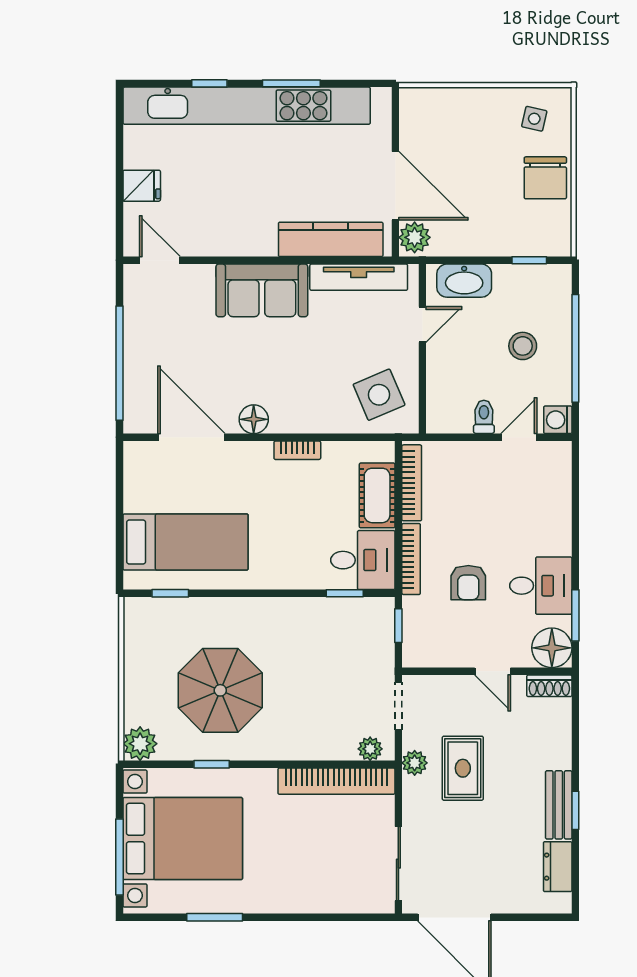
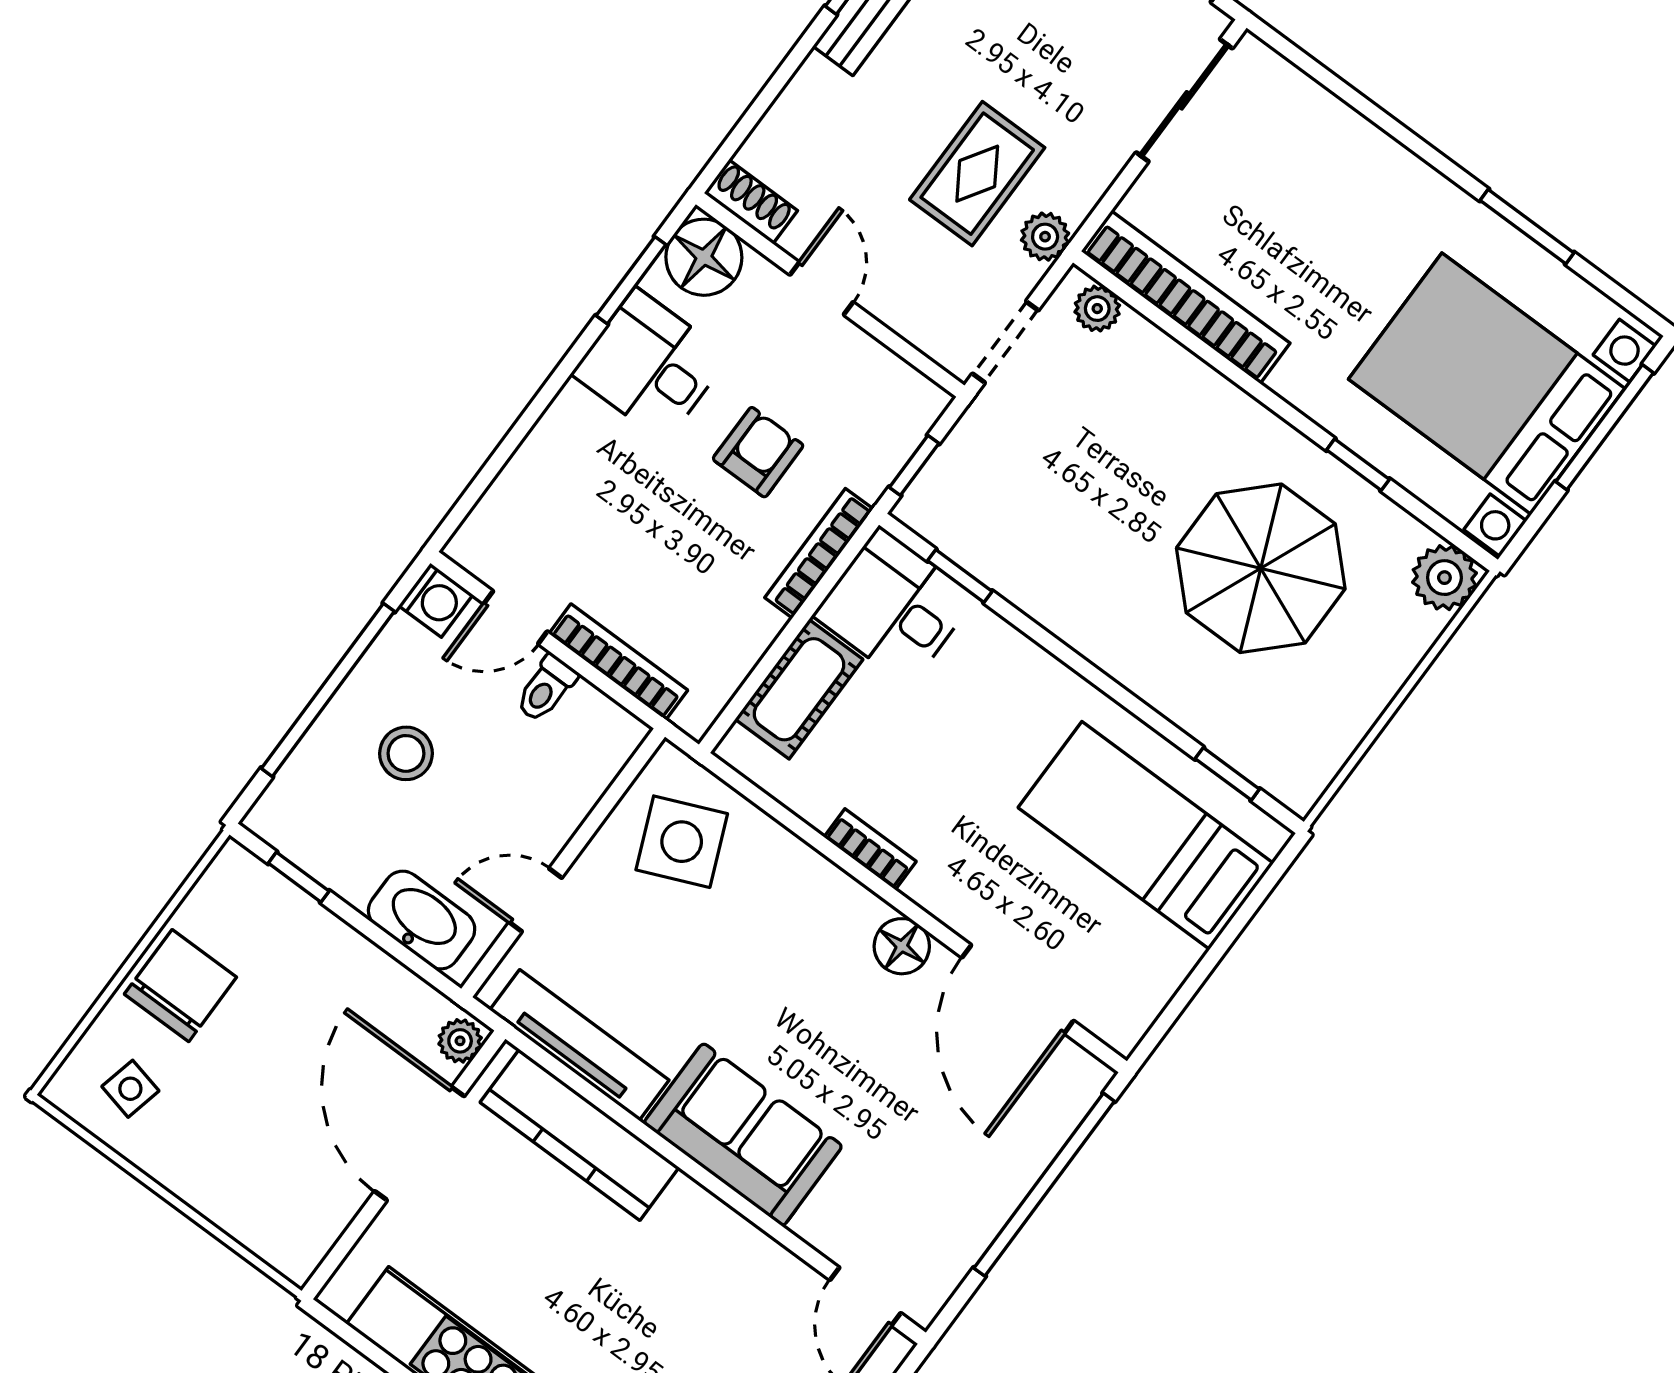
plant: (415, 237) -> (460, 1041), width x0.73, depth x0.73
bookcase: (412, 483) -> (618, 662), moved, turned 90

